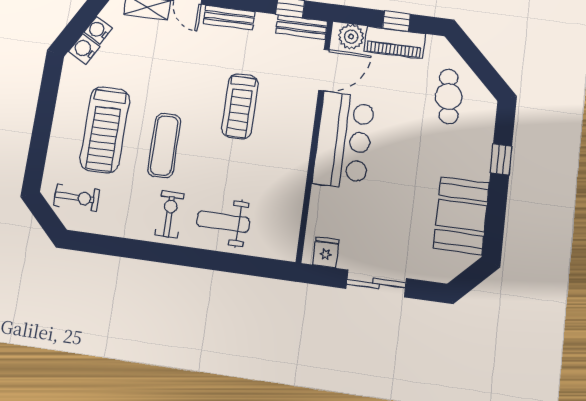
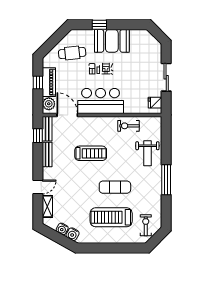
bench: (229, 18) -> (47, 154), moved
treadmill: (105, 130) -> (111, 217), turned 180
exercise bike: (169, 214) -> (128, 126), moved
booth: (461, 216) -> (112, 41), moved
window: (163, 253) -> (166, 180), added

